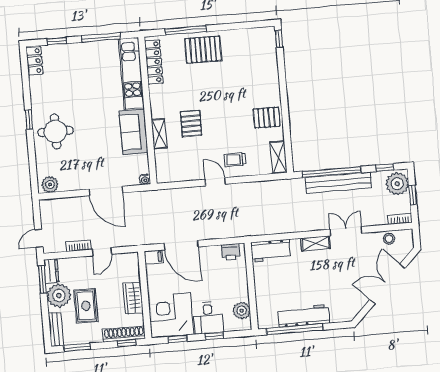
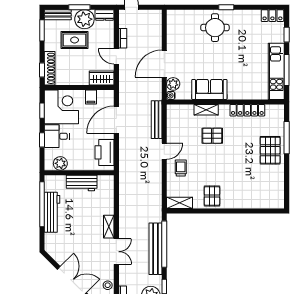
window: (279, 39) -> (274, 211), removed
locker: (154, 62) -> (247, 110), moved
kitchen unit: (131, 73) -> (276, 71), moved, turned -90
plant: (50, 185) -> (173, 84), moved
bench: (177, 195) -> (157, 120), added
workbench: (271, 251) -> (82, 183), moved, turned -90
printer: (231, 252) -> (105, 152), width x1.87, depth x1.48
filing cabinet: (154, 257) -> (91, 97), moved
window: (42, 279) -> (79, 7), moved
wardrobe: (133, 298) -> (102, 78), moved

